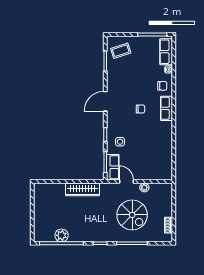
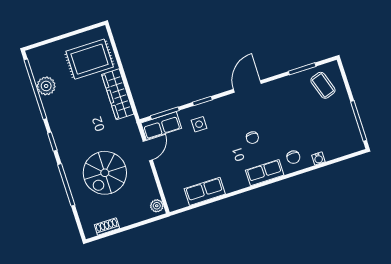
row of seats: (166, 52) -> (205, 191), moved
door: (105, 101) -> (247, 86), hinge flipped
plant: (144, 187) -> (157, 206), moved
rug: (53, 201) -> (90, 59), added

